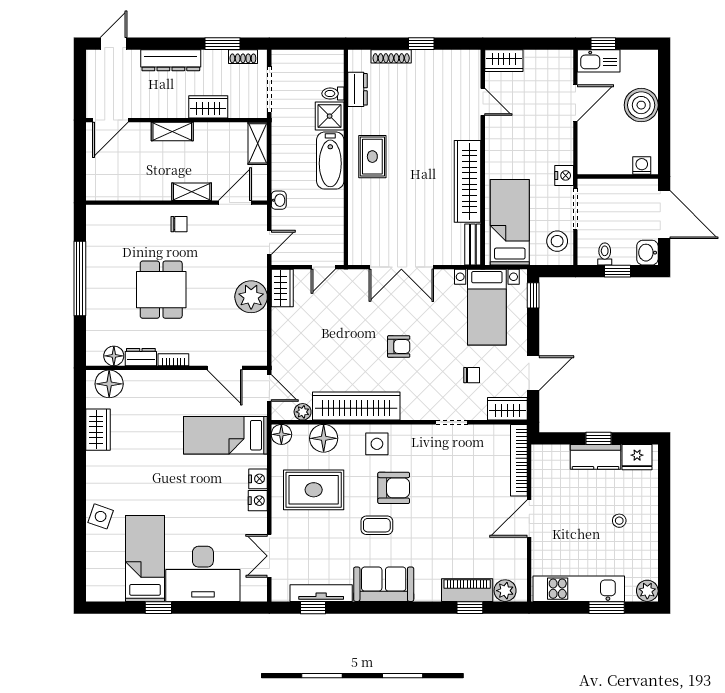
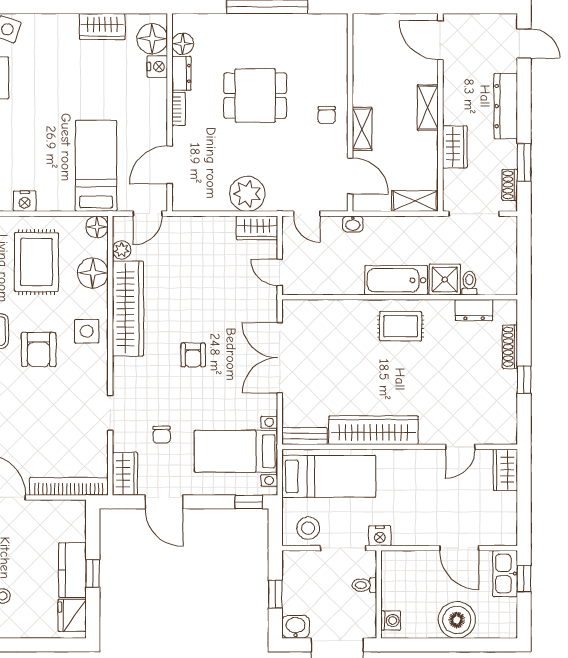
toilet: (605, 254) -> (364, 585), moved, turned 180
nightstand: (258, 479) -> (157, 67), moved, turned -90

